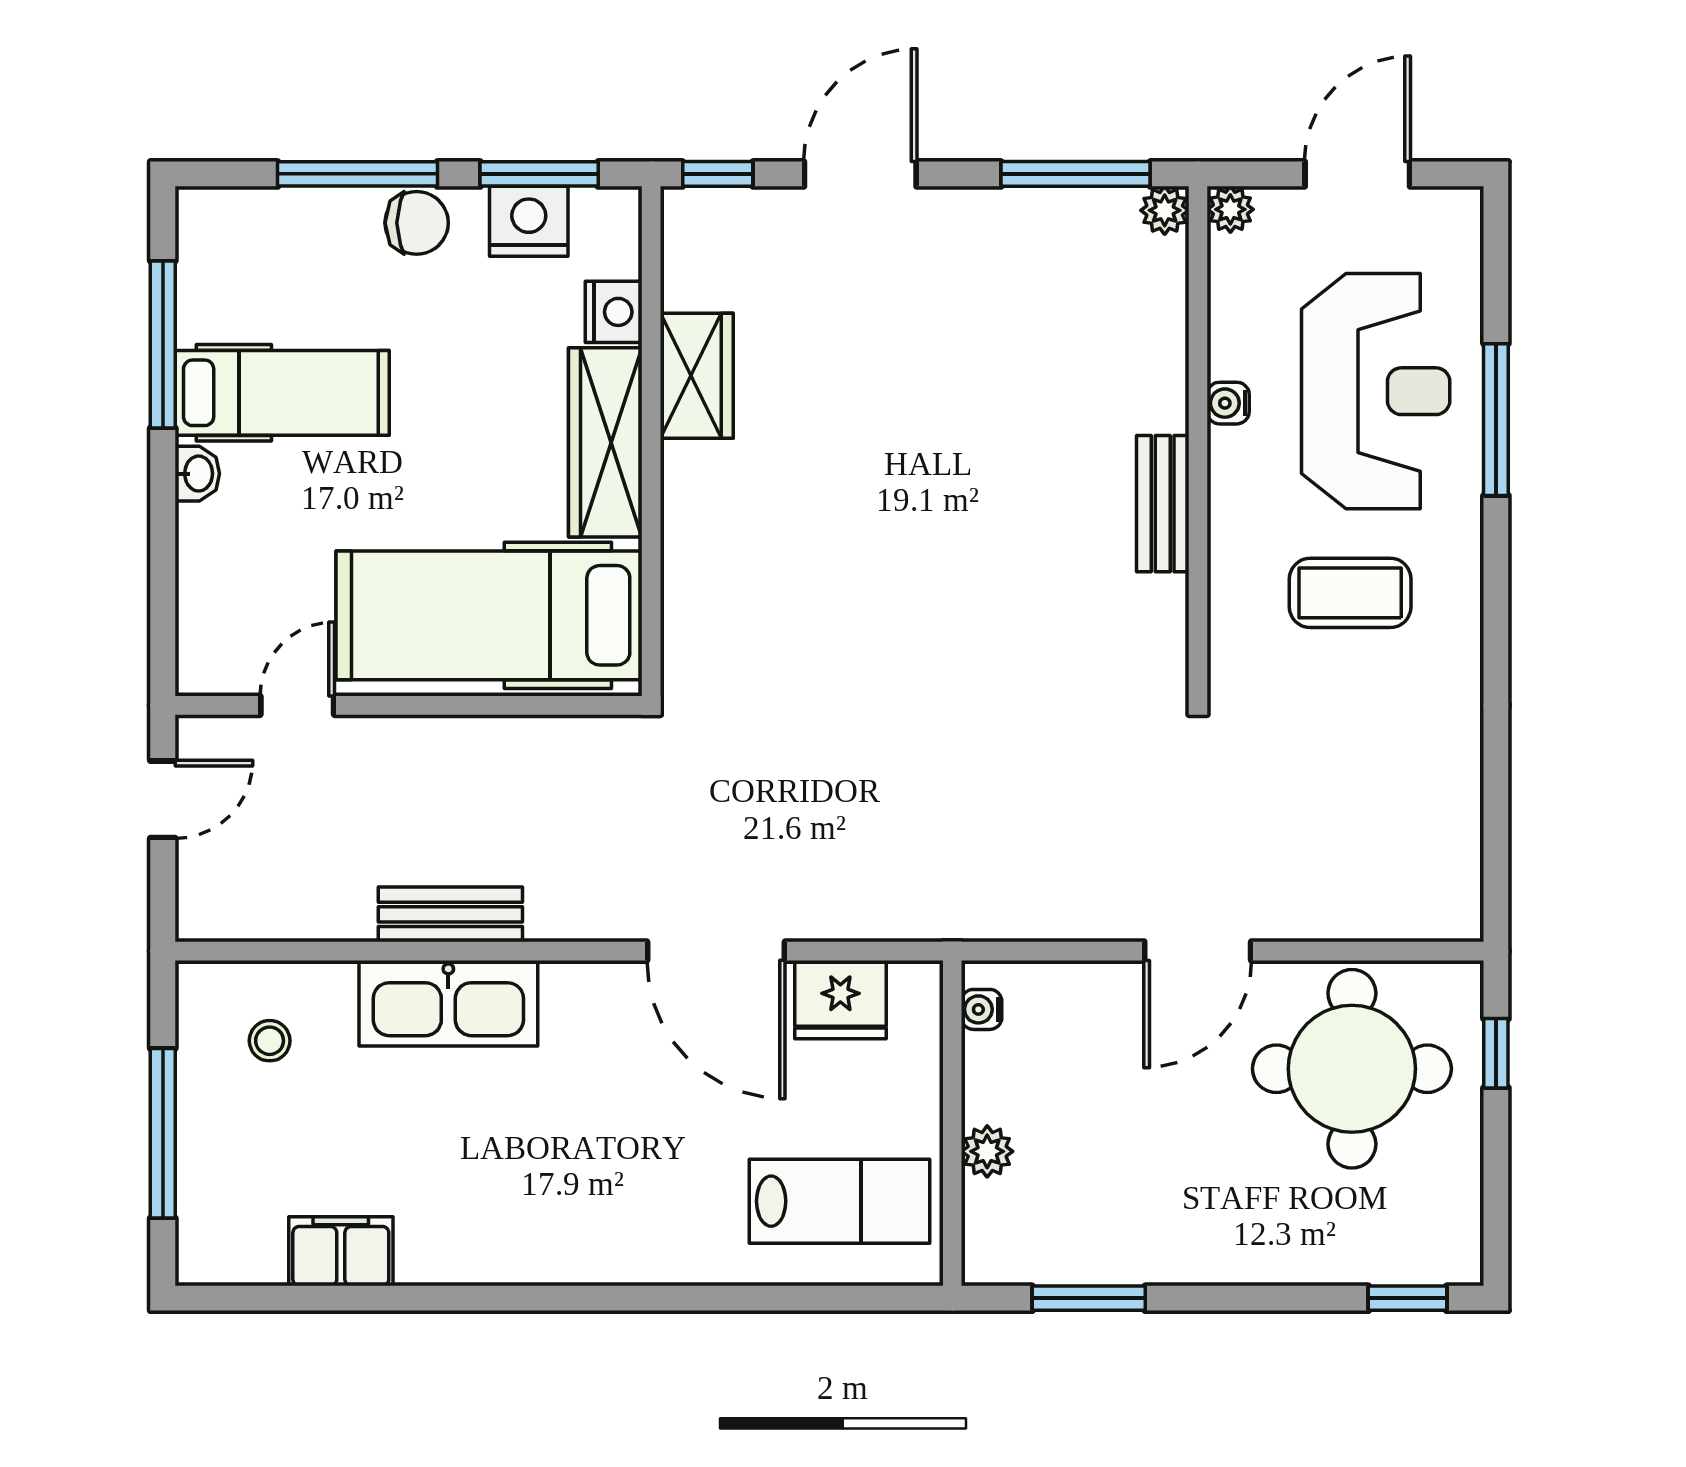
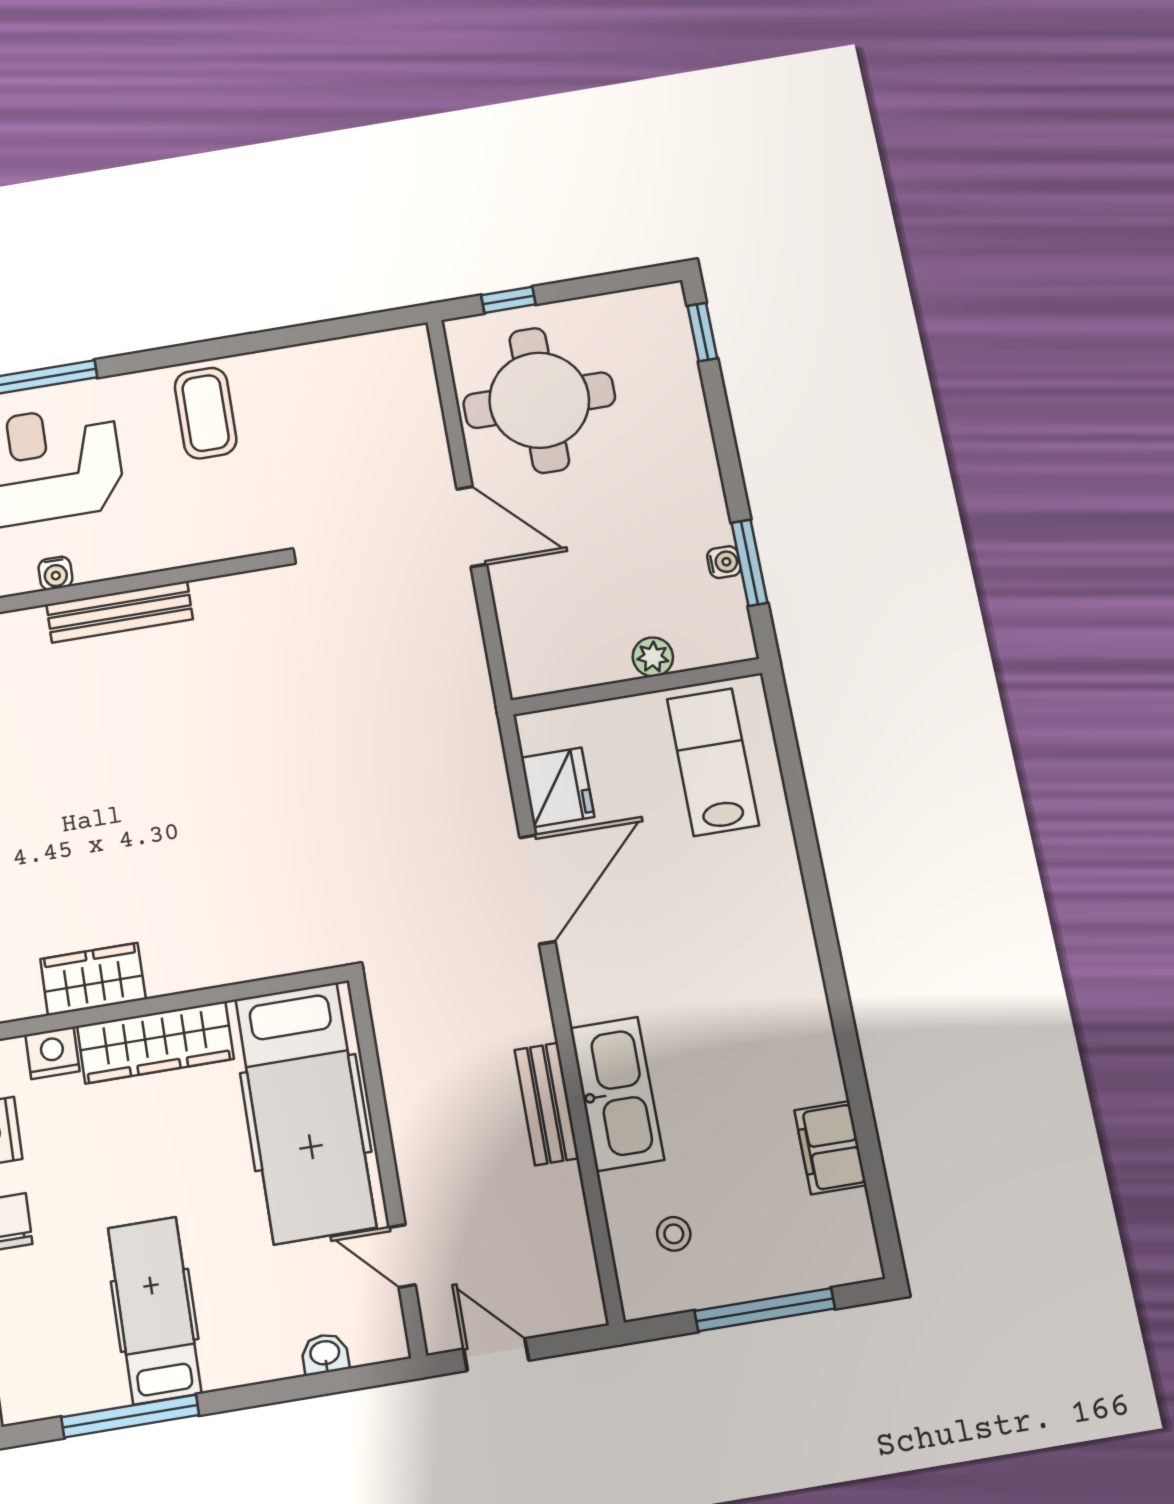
washbasin: (197, 474) -> (325, 1354), moved
bench: (1163, 504) -> (120, 612), width x1.36
coffee table: (1350, 593) -> (206, 413), moved
water cooler: (982, 1009) -> (724, 562), moved, turned -90

